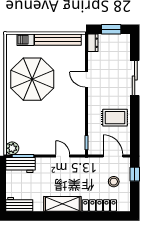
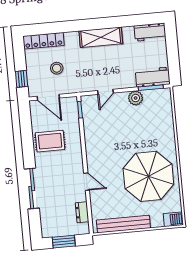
barbecue: (25, 40) -> (173, 219), moved
dresser: (93, 43) -> (82, 212), moved
plant: (12, 148) -> (136, 98), moved
door: (63, 156) -> (105, 92), hinge flipped
stool: (114, 182) -> (57, 68), moved
locker: (99, 205) -> (44, 41), moved

